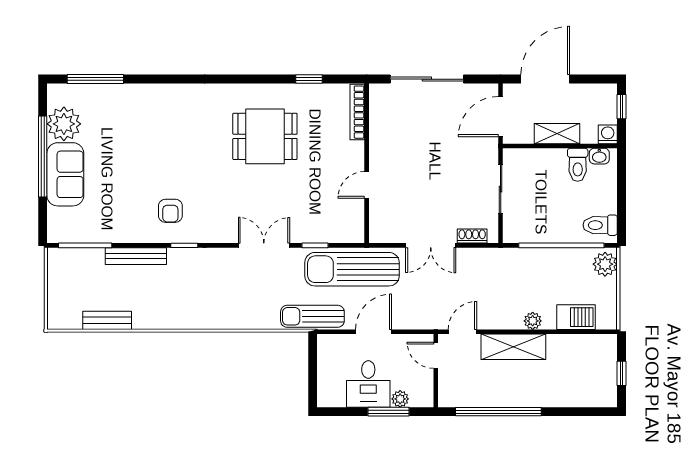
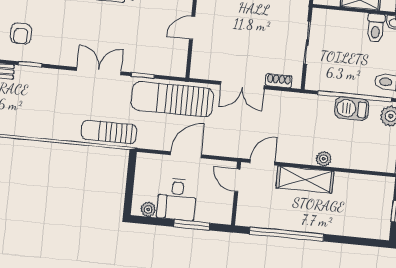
sun lounger: (312, 316) -> (109, 132), moved
barbecue: (576, 317) -> (352, 109), moved, turned 180
plant: (400, 399) -> (148, 209), moved

